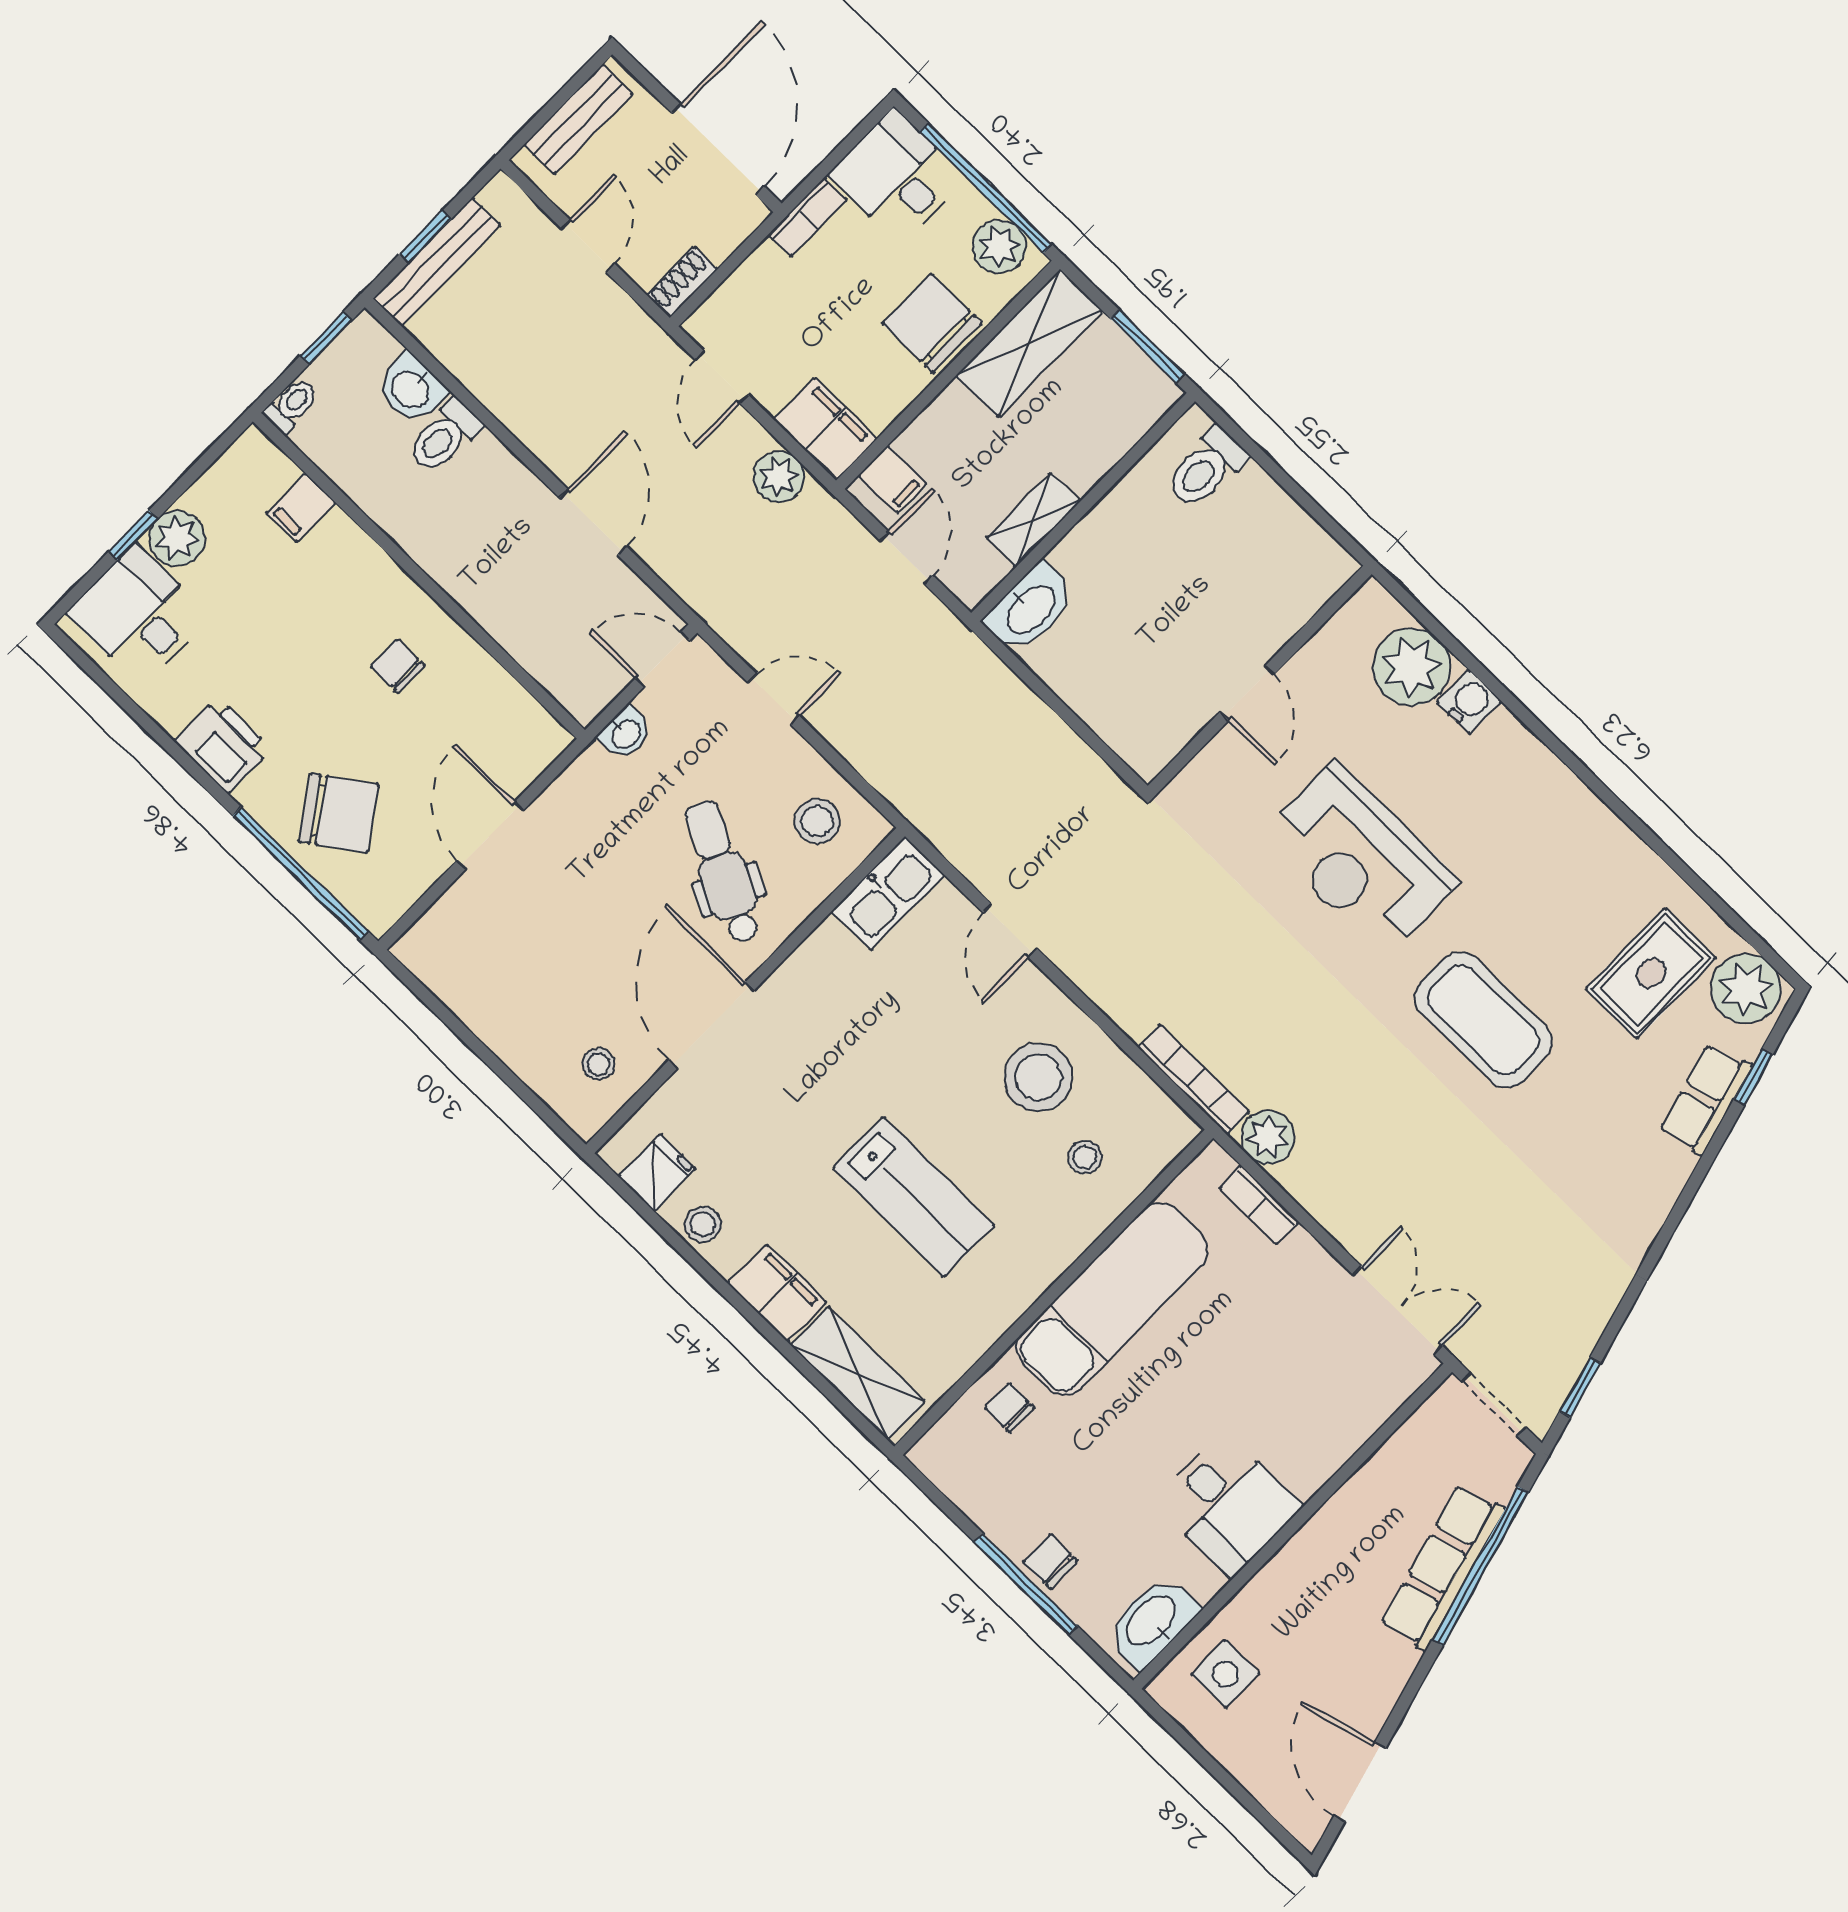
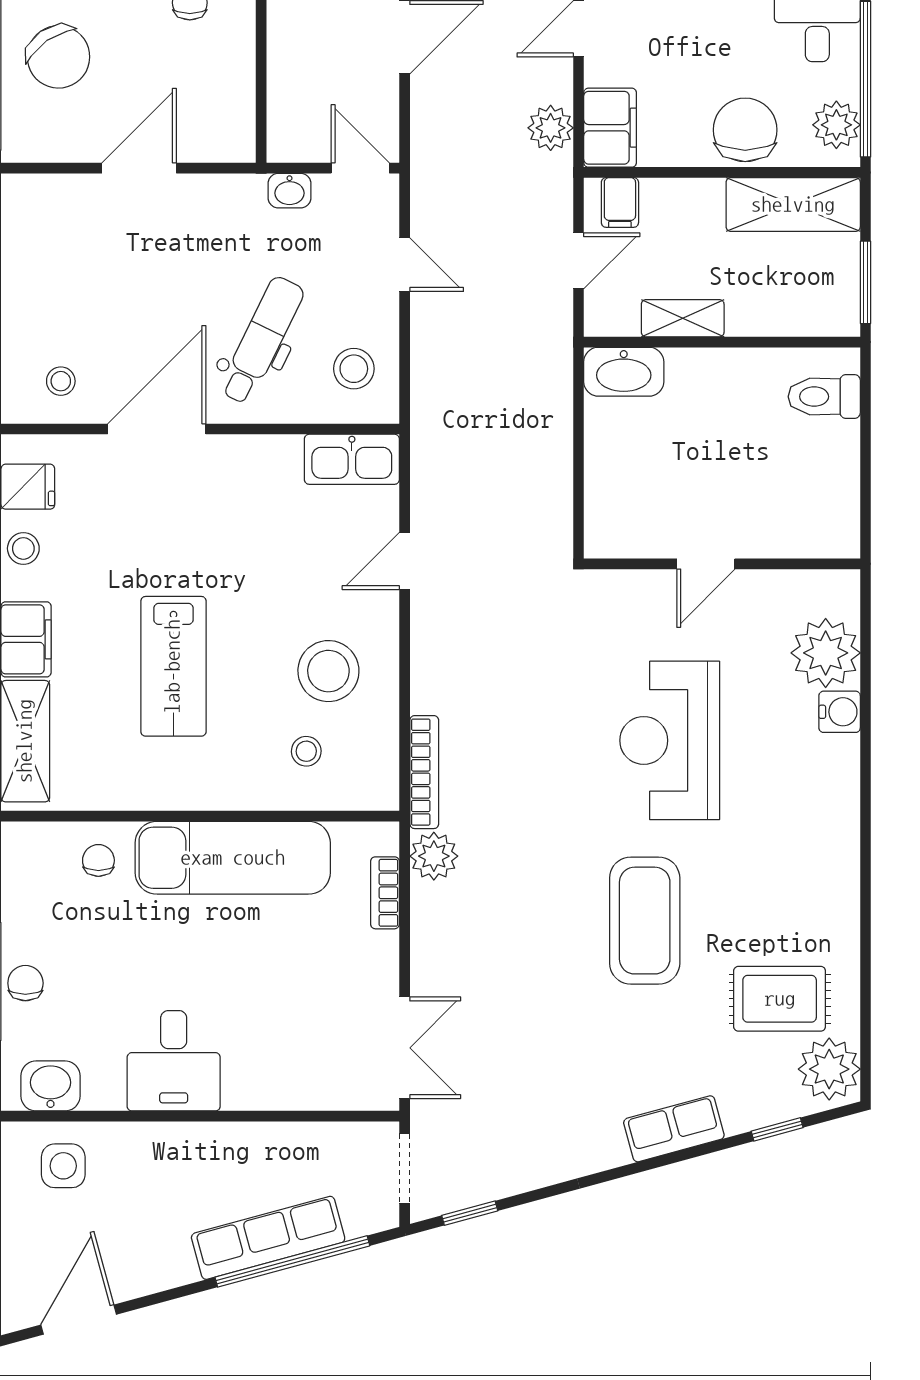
row of seats: (1706, 1099) -> (674, 1129), moved
washbasin: (1152, 1622) -> (50, 1086), width x0.72

